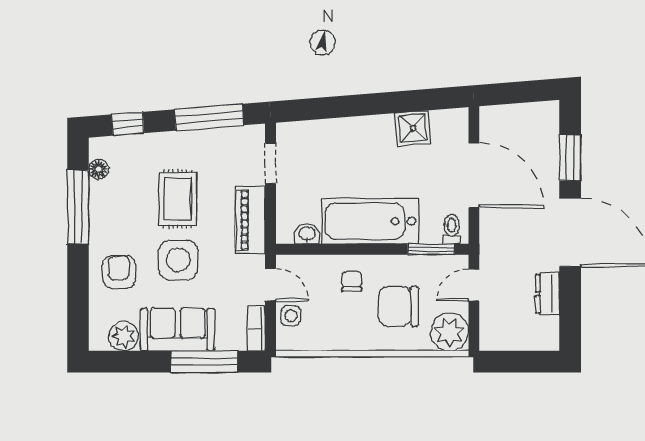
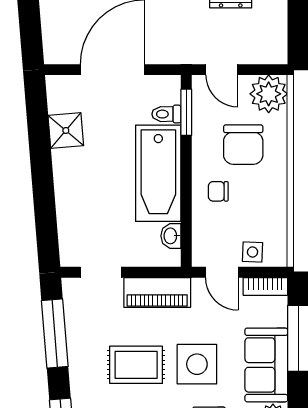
toilet: (452, 229) -> (166, 114), moved
door: (271, 285) -> (222, 272), swing flipped

